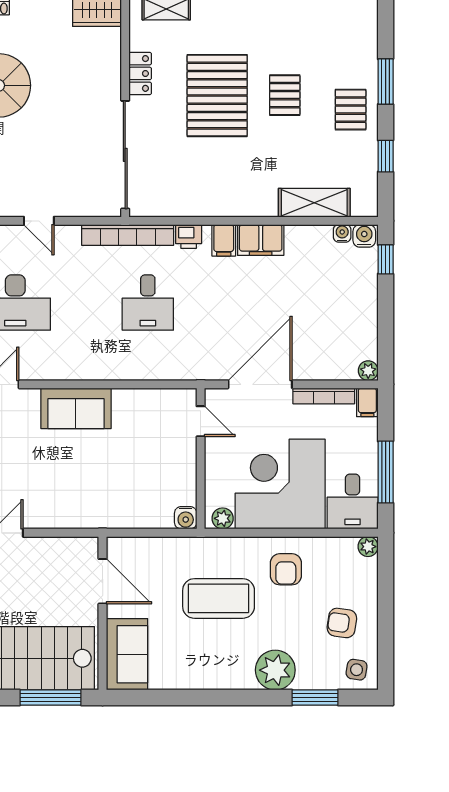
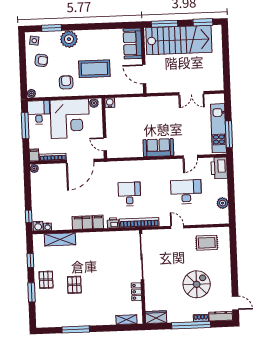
pallet: (217, 96) -> (103, 284), removed

